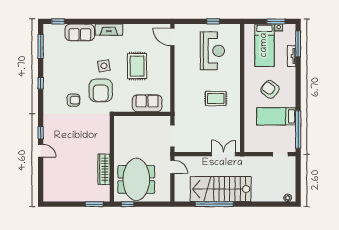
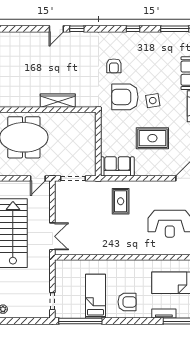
armchair: (270, 89) -> (127, 302), moved, turned 52
rug: (216, 99) -> (121, 201), moved
sofa: (147, 103) -> (117, 166), moved, turned -90
wardrobe: (104, 169) -> (58, 101), moved

